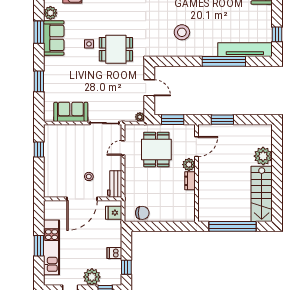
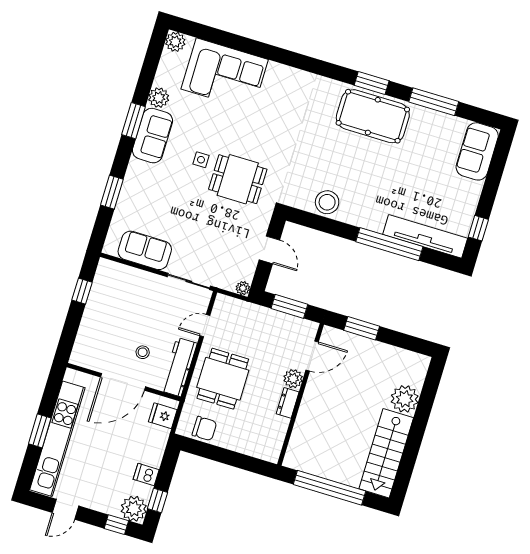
stool: (182, 32) -> (327, 202), moved
dining table: (156, 149) -> (223, 379), moved
workbench: (115, 184) -> (179, 367), width x1.38
kitchen unit: (51, 247) -> (57, 439), width x1.36
plant: (92, 277) -> (134, 509), moved

